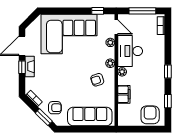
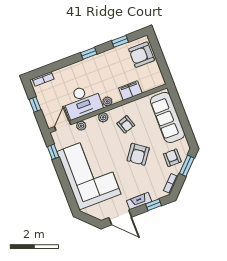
window: (142, 11) -> (35, 105), width x0.46
window: (22, 67) -> (154, 205), moved
armchair: (69, 81) -> (138, 154), added

